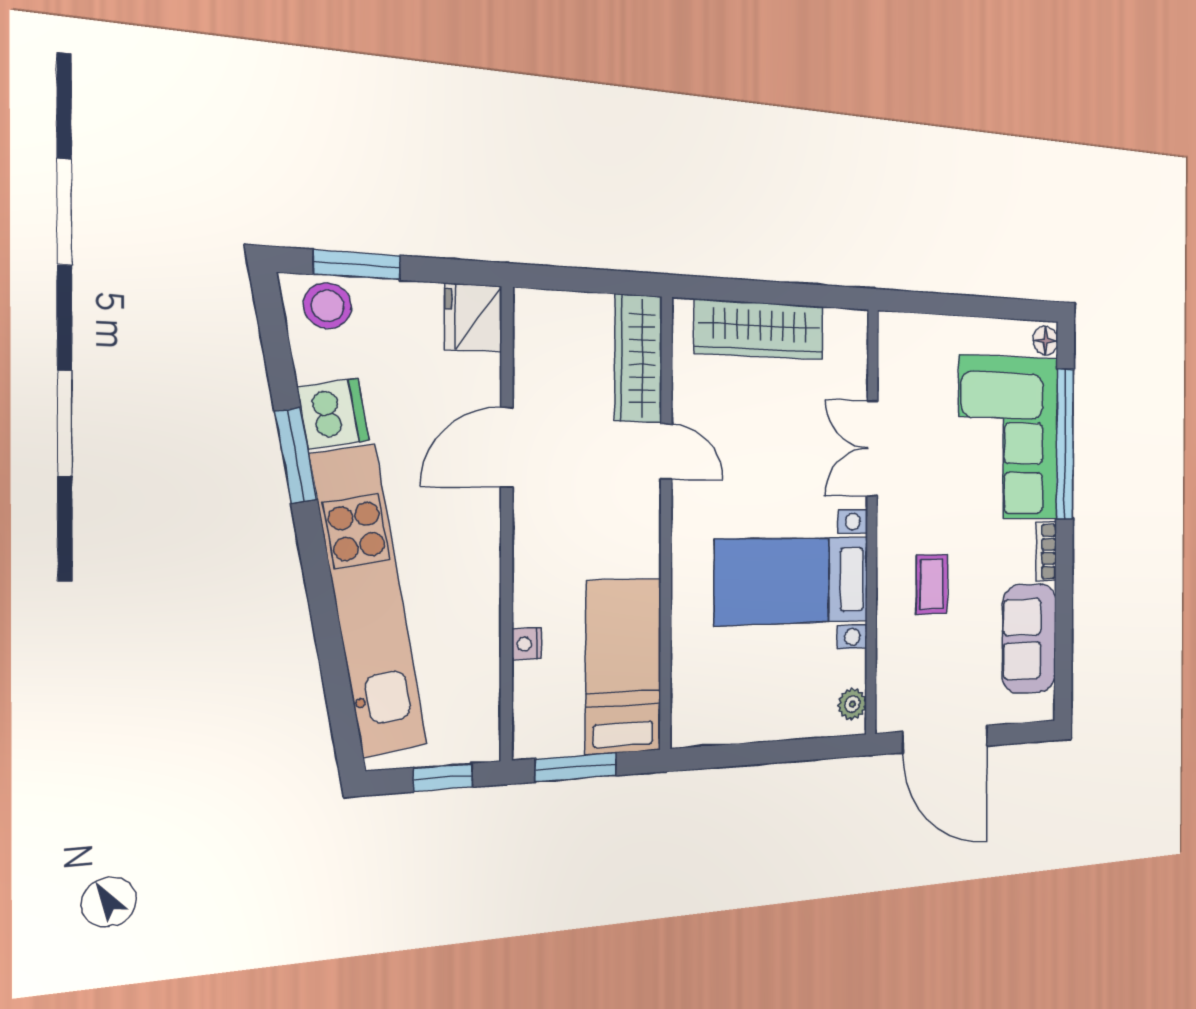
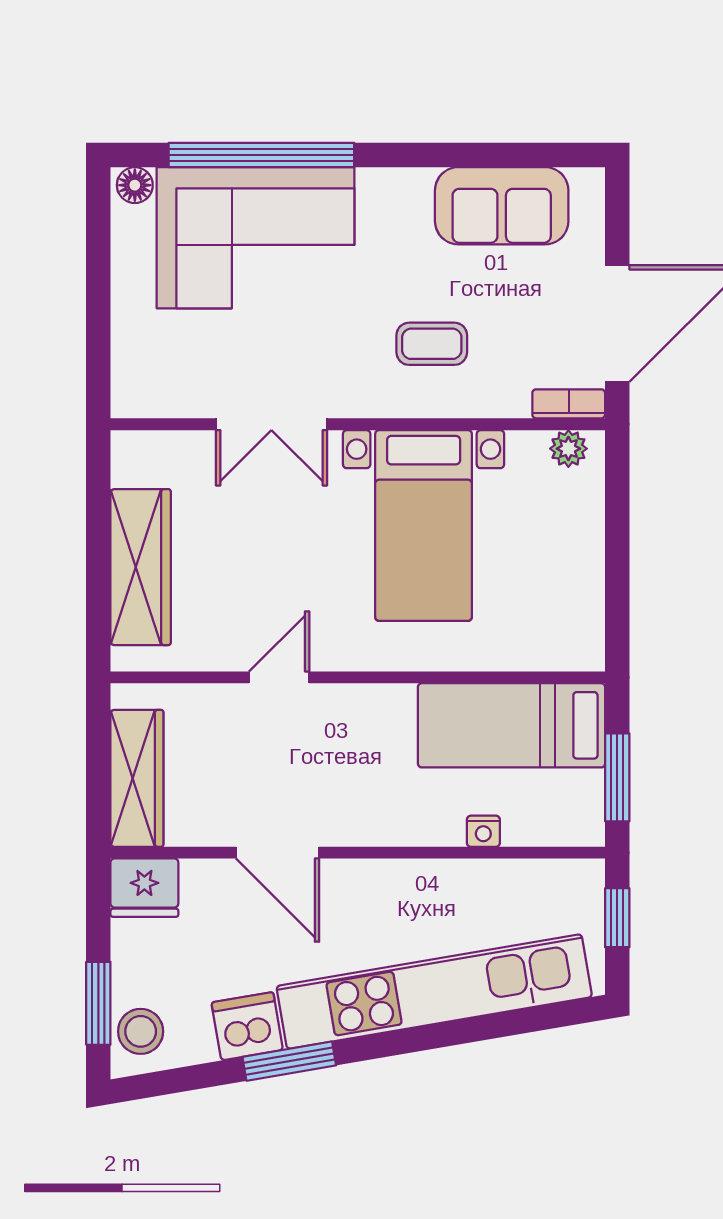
wardrobe: (638, 358) -> (137, 778), moved, turned -90
bookcase: (1046, 551) -> (569, 404), moved, turned 180

